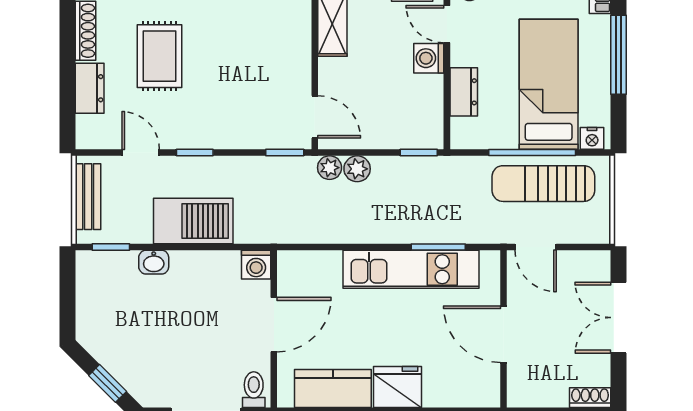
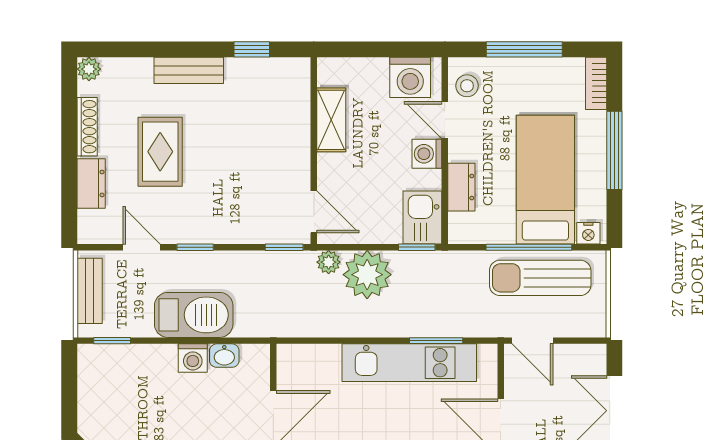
kitchen sink: (424, 123) -> (422, 217), added
plant: (357, 169) -> (367, 275), width x1.88, depth x1.88
washbasin: (154, 262) -> (224, 356), moved
washing machine: (256, 265) -> (193, 358), moved

